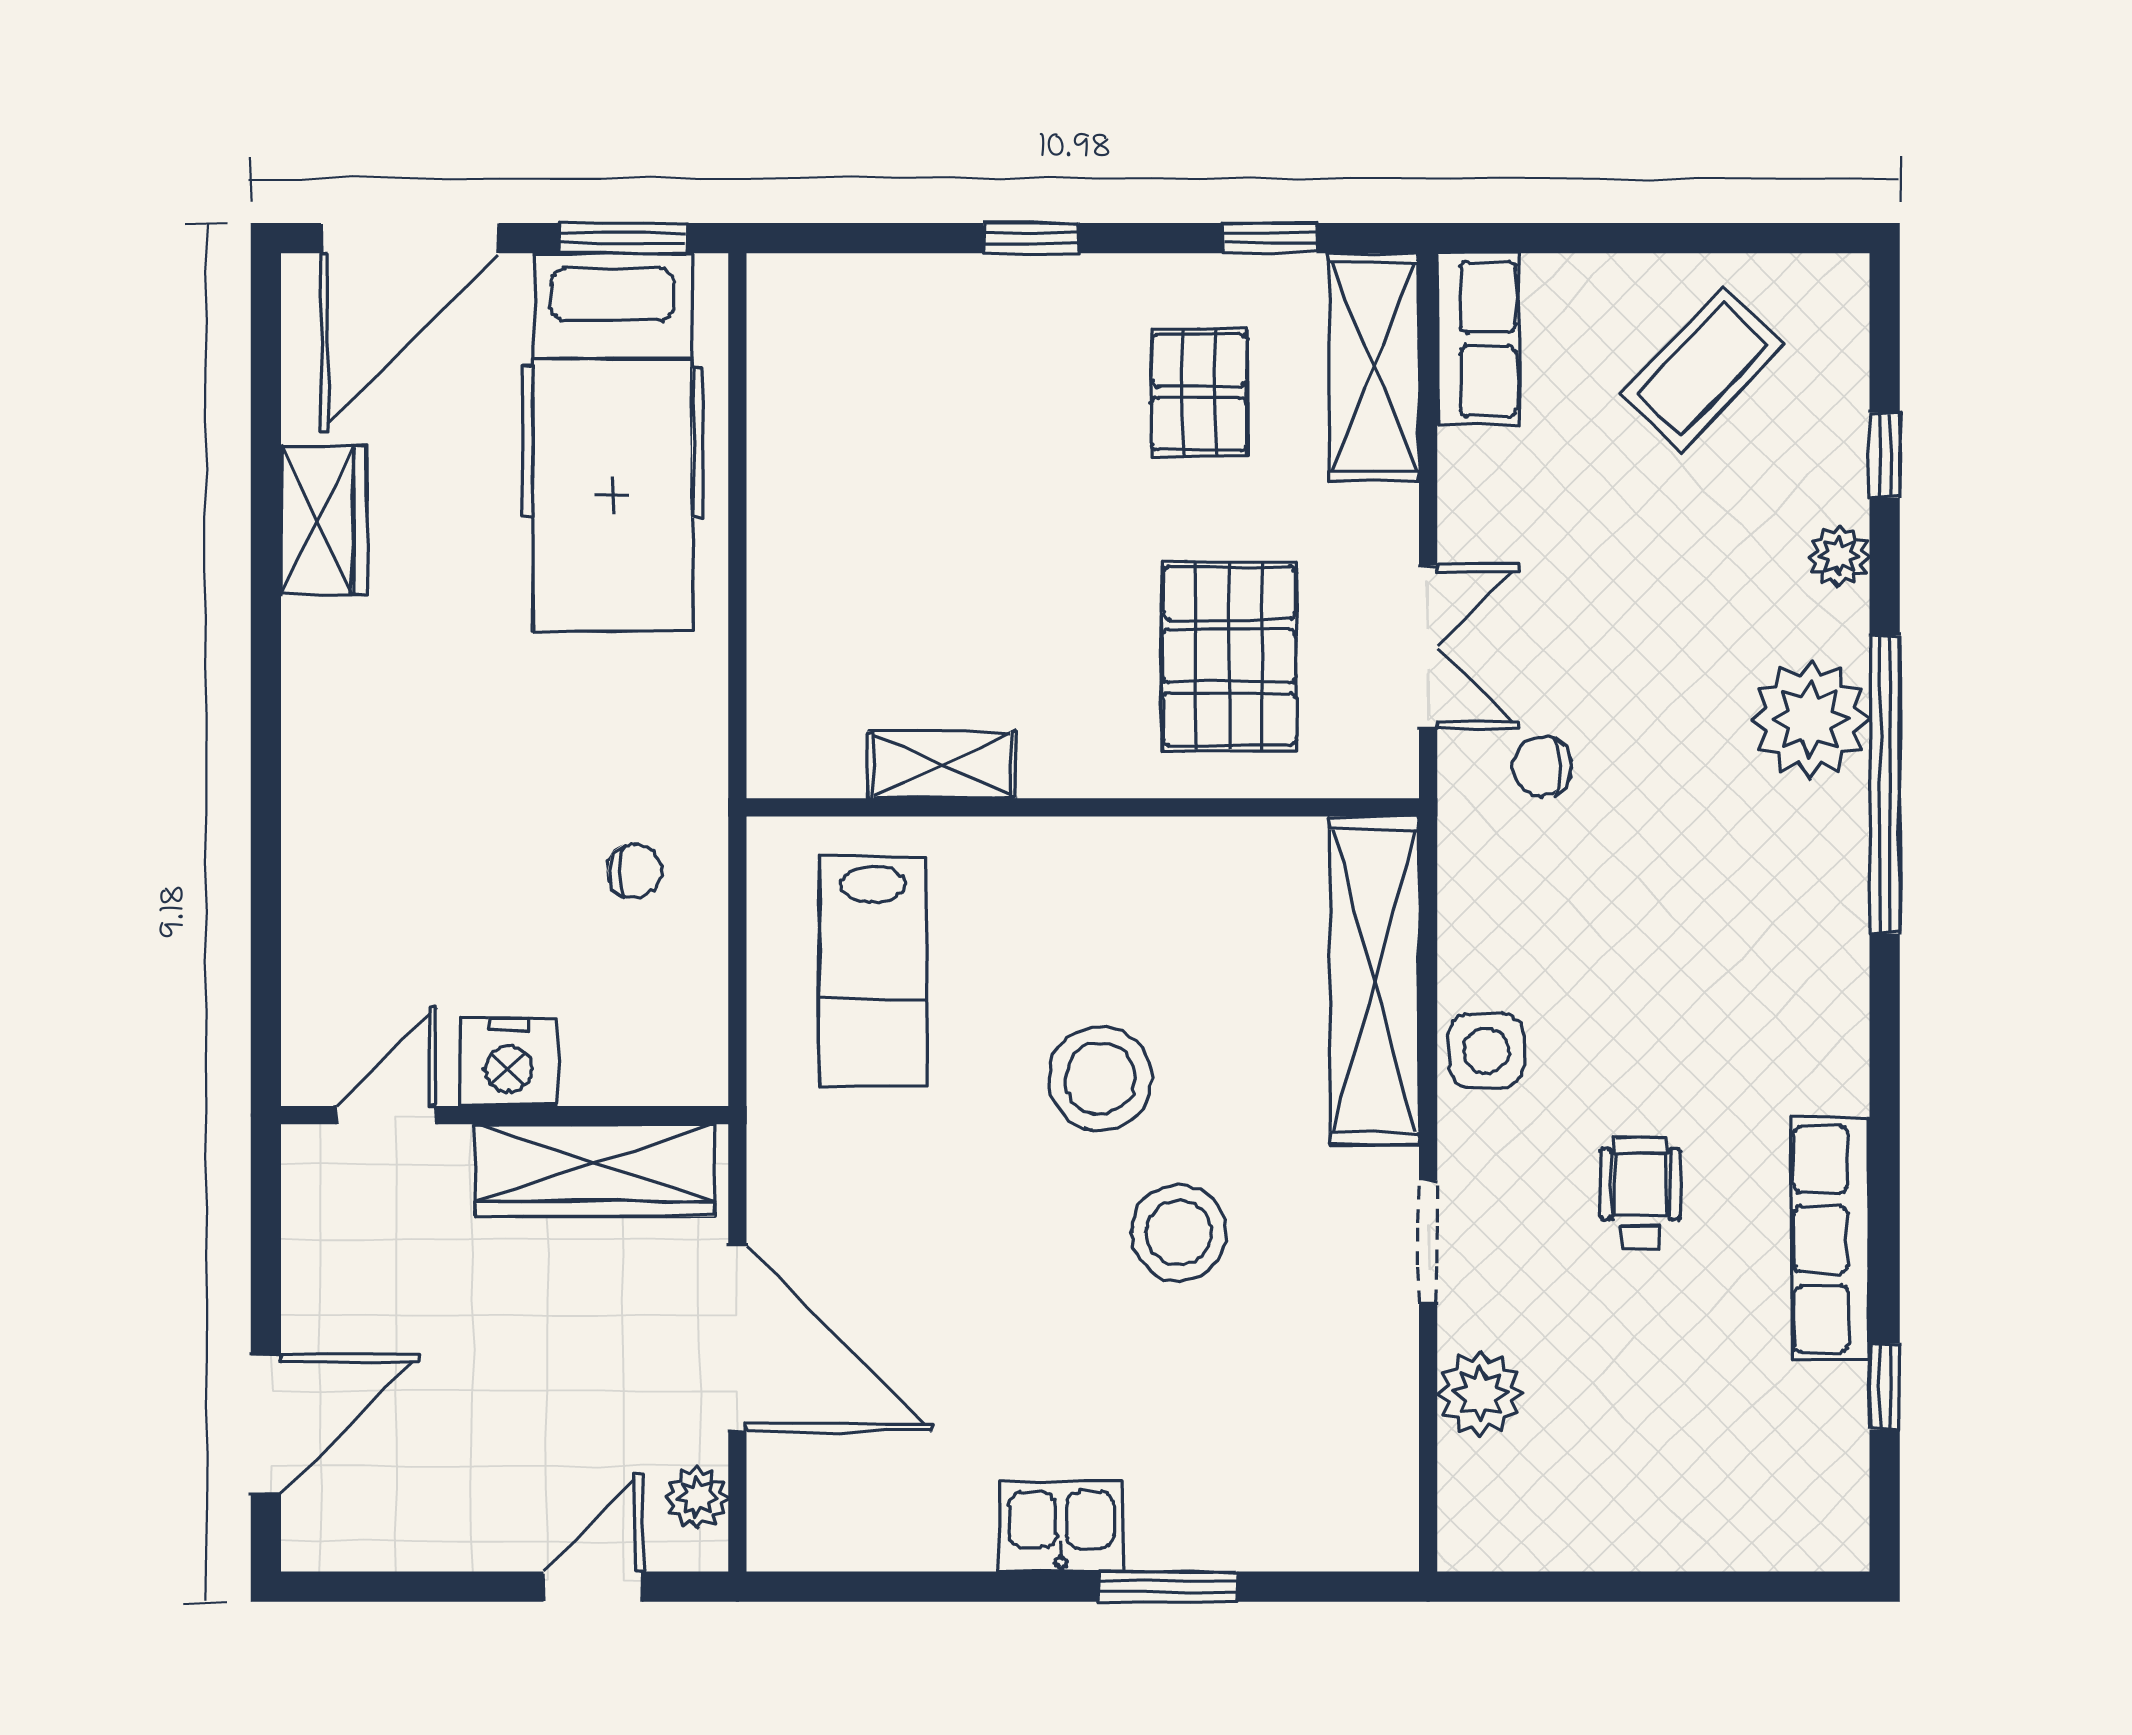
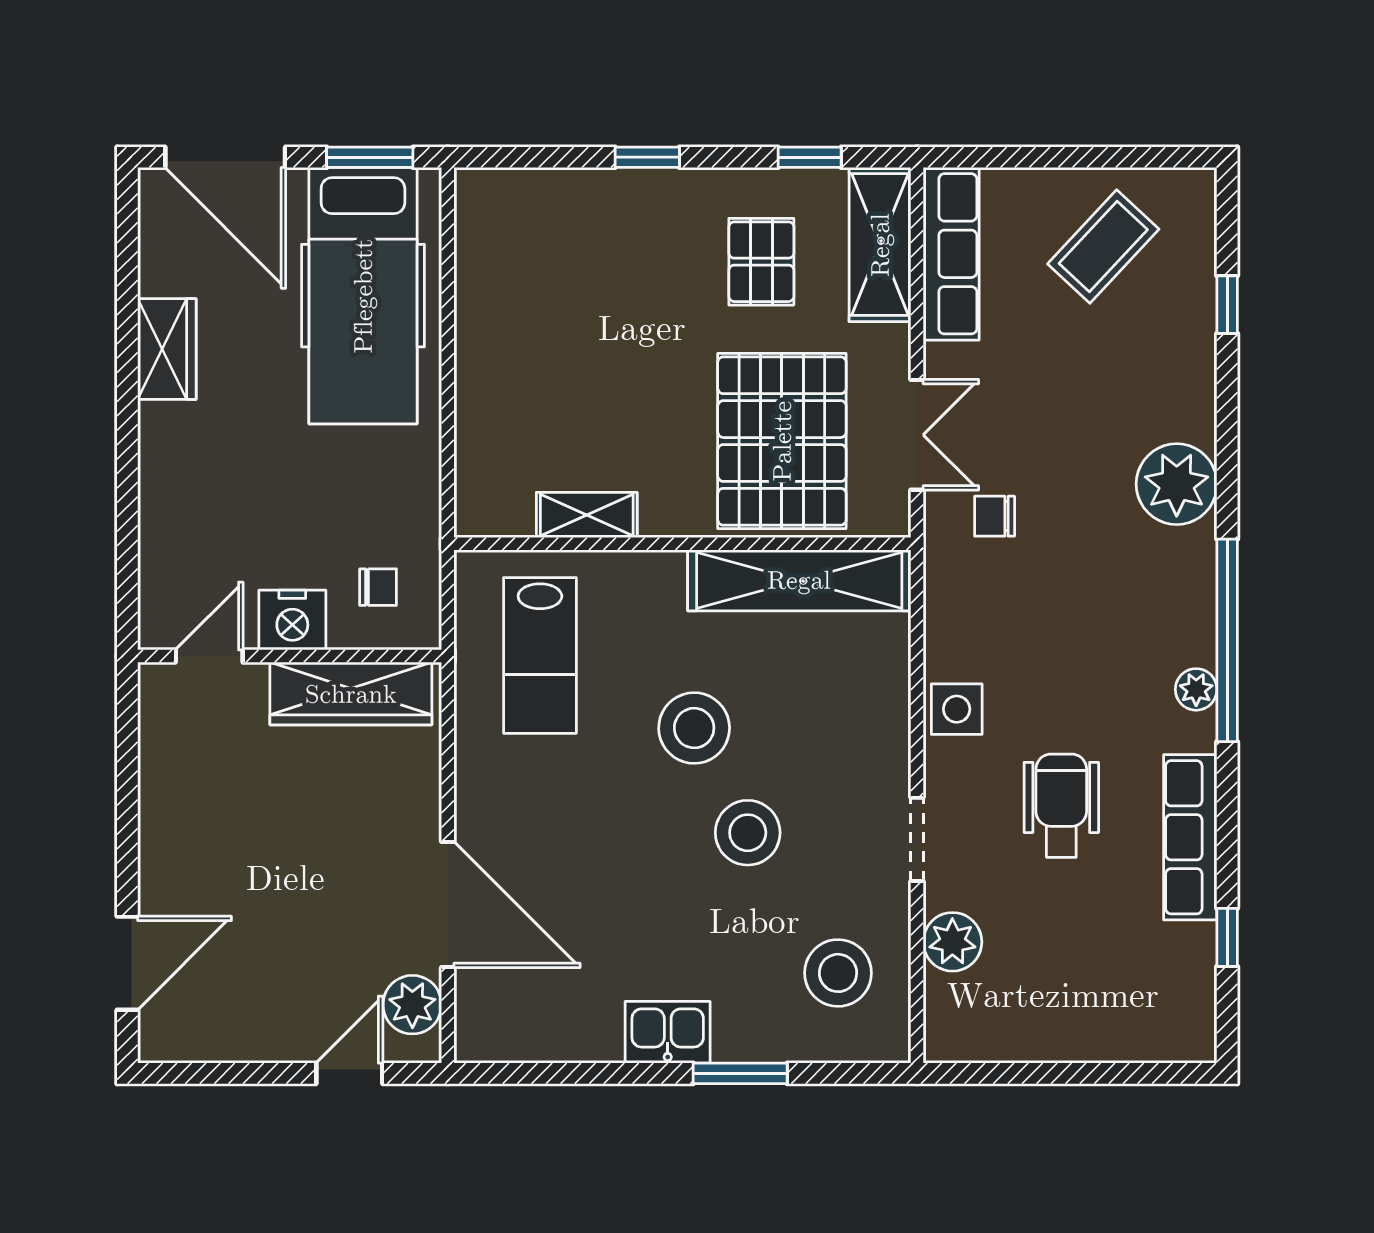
door: (410, 238) -> (225, 157), hinge flipped
row of seats: (1478, 339) -> (951, 254), width x1.48
plant: (1839, 556) -> (1196, 689), moved
pallet: (1229, 656) -> (782, 441), width x1.37, depth x1.41
window: (1885, 784) -> (1227, 640), moved
shelving: (1374, 981) -> (799, 580), moved, turned 90
nightstand: (509, 1062) -> (292, 620), moved
door: (386, 1115) -> (209, 656), moved
wall: (505, 1115) -> (290, 656), moved
wardrobe: (595, 1170) -> (351, 694), moved
wheelchair: (1641, 1193) -> (1061, 806), width x1.36, depth x1.37
stool: (1312, 1439) -> (838, 973), added
plant: (697, 1497) -> (412, 1005), width x1.38, depth x1.38

